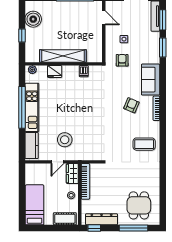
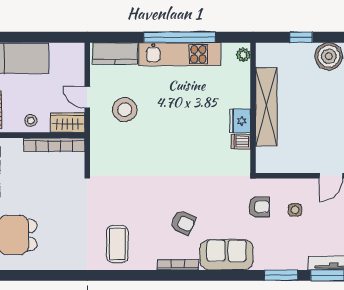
fridge: (55, 72) -> (240, 121), moved

